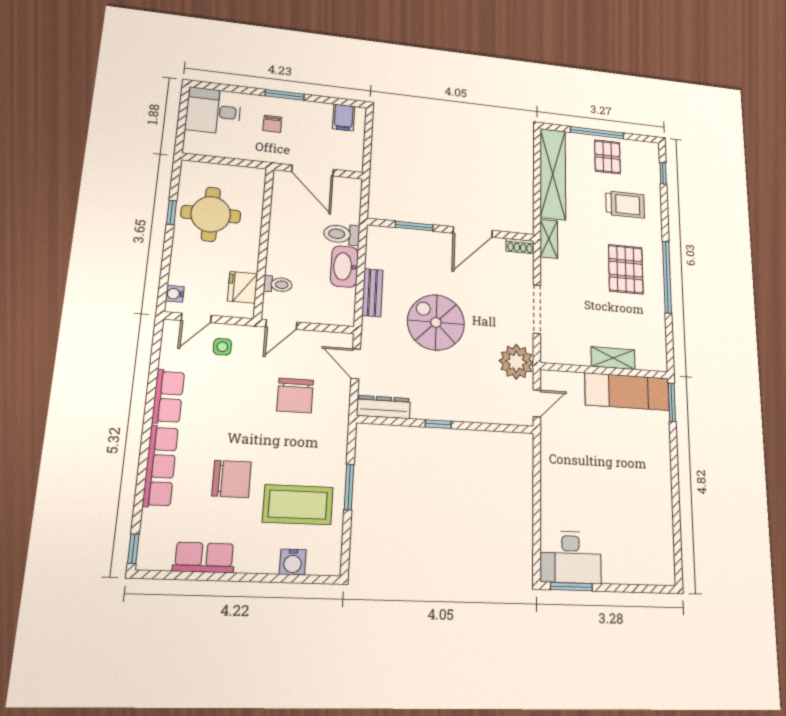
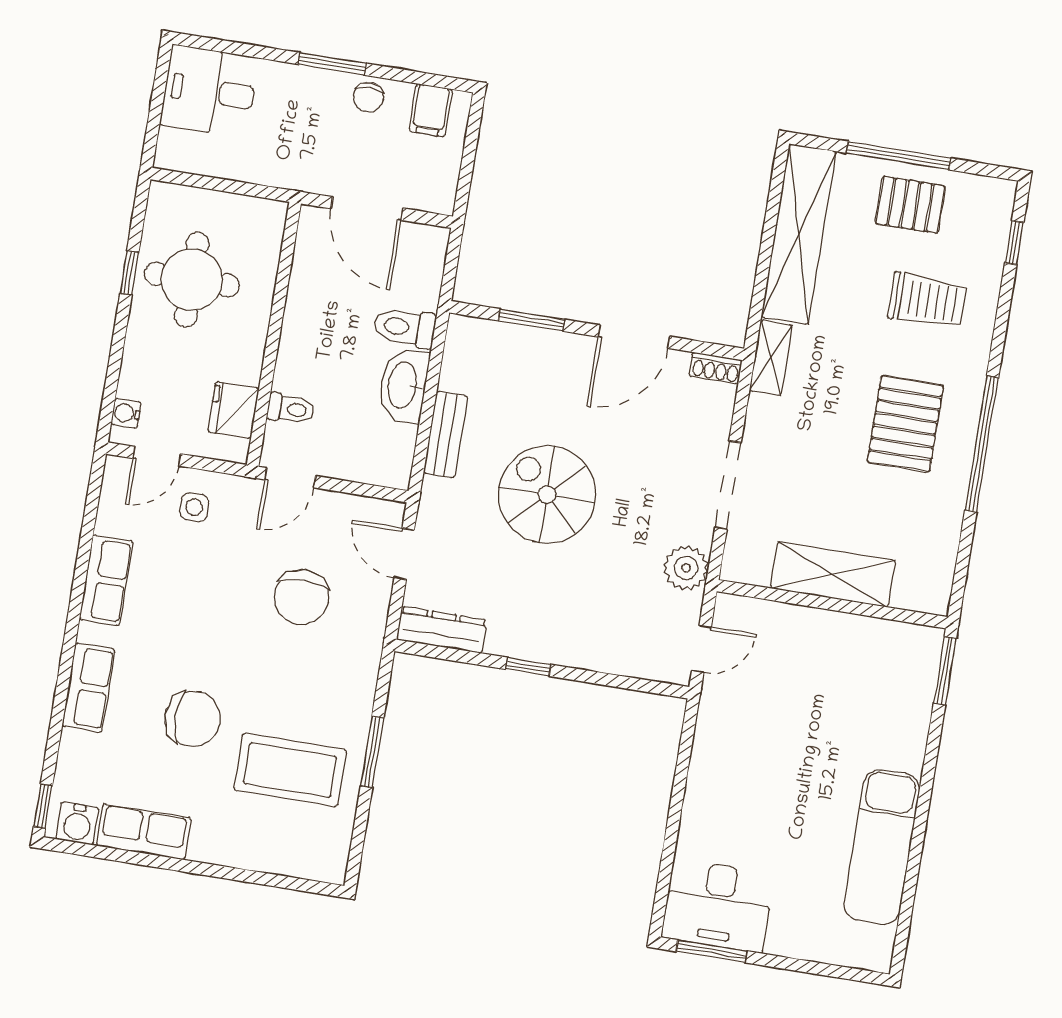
chair: (272, 124) -> (369, 97), moved
pallet: (607, 157) -> (910, 205), turned 90
shelving: (613, 358) -> (833, 574), width x1.50, depth x1.33
plant: (516, 362) -> (686, 568), width x0.73, depth x0.73
exam couch: (627, 392) -> (882, 847), moved, turned 90
row of seats: (160, 466) -> (89, 687), width x0.68
water cooler: (293, 562) -> (77, 823), moved

